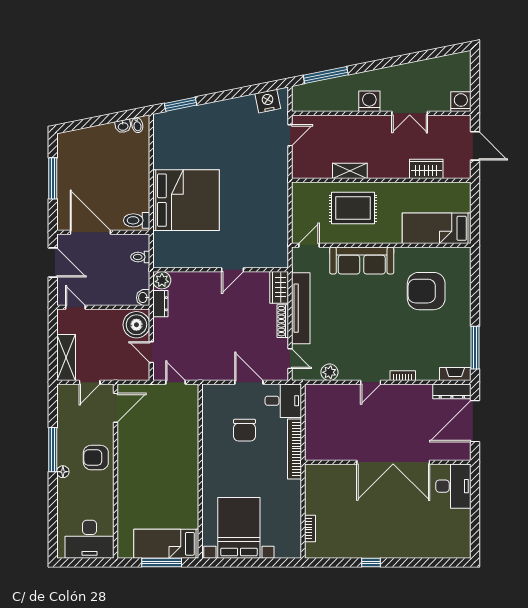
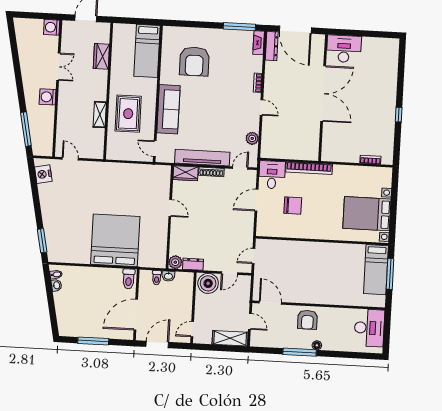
washbasin: (143, 298) -> (168, 276), moved

